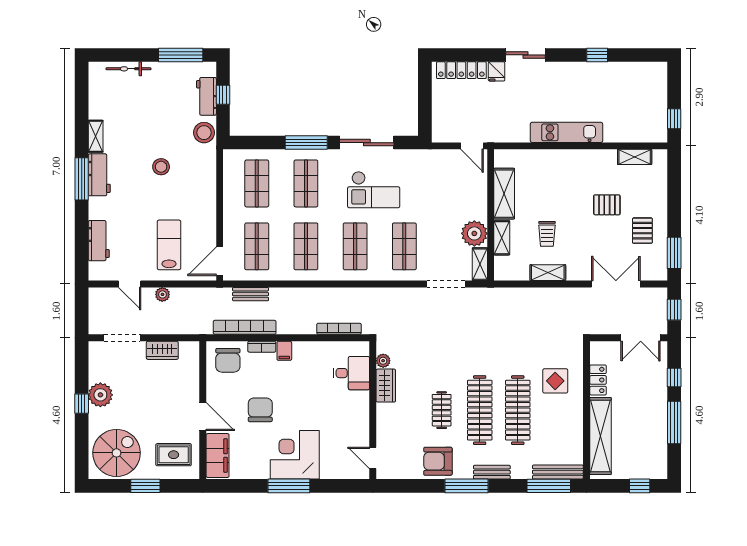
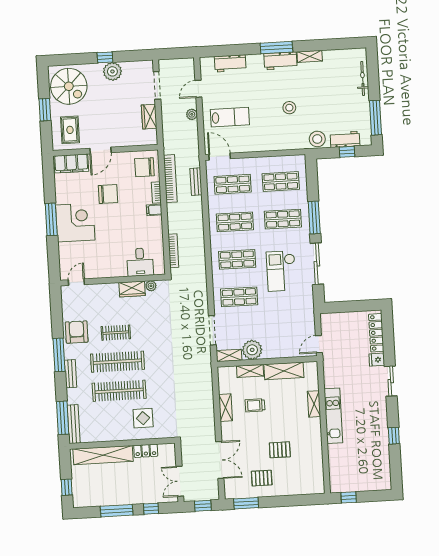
shelving: (635, 157) -> (314, 404), moved
pallet: (607, 205) -> (280, 450), turned 90

